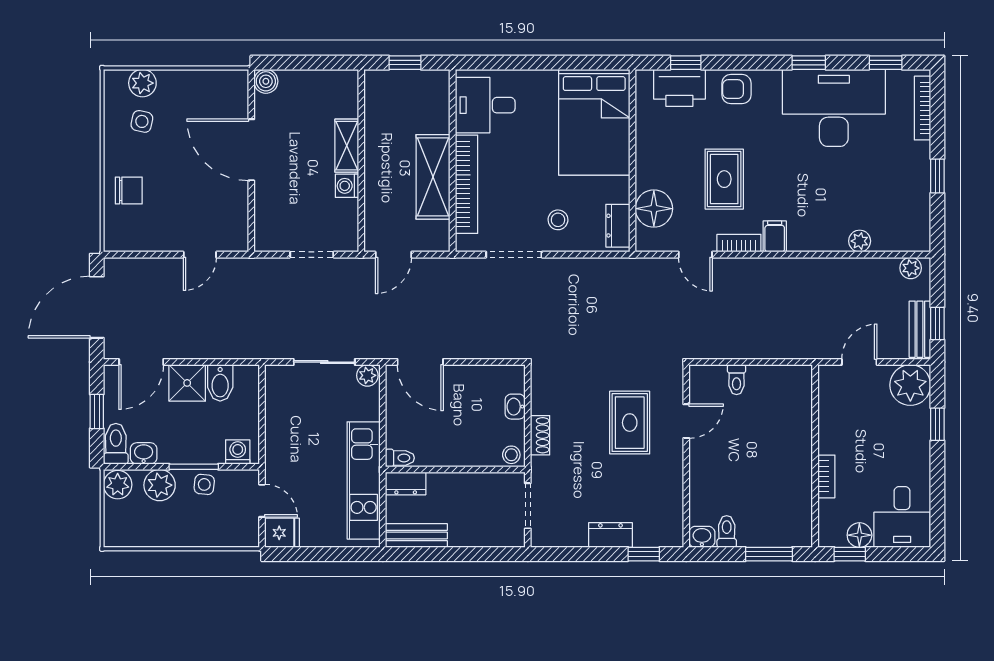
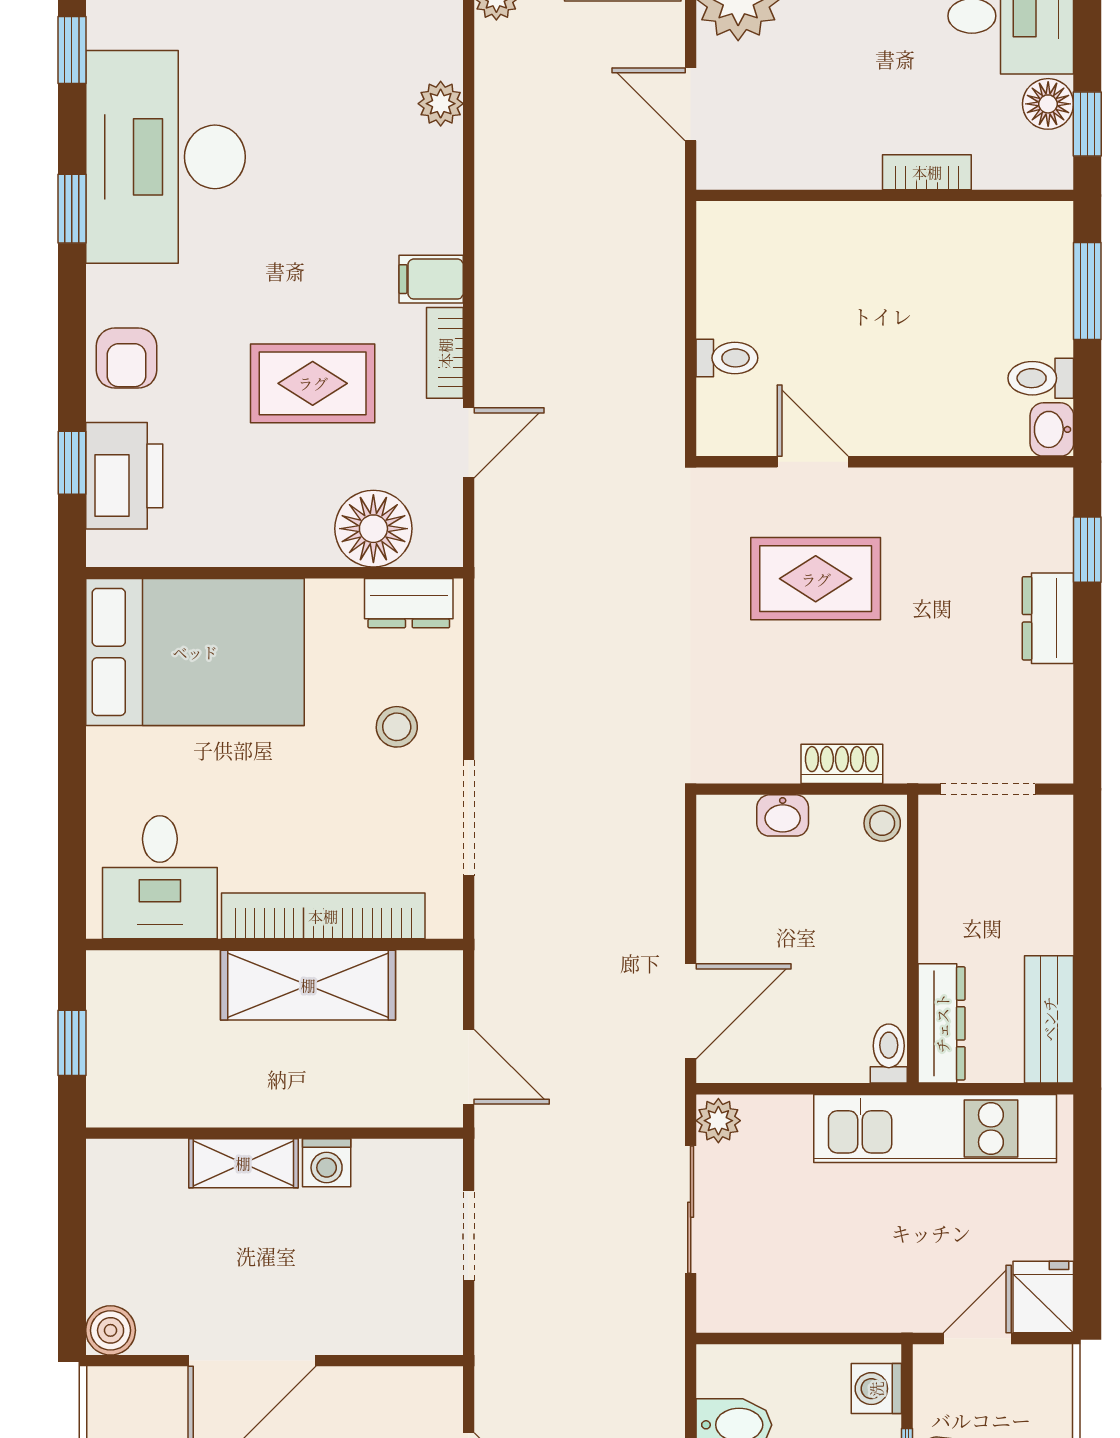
dresser: (406, 483) -> (942, 1023), width x1.44

